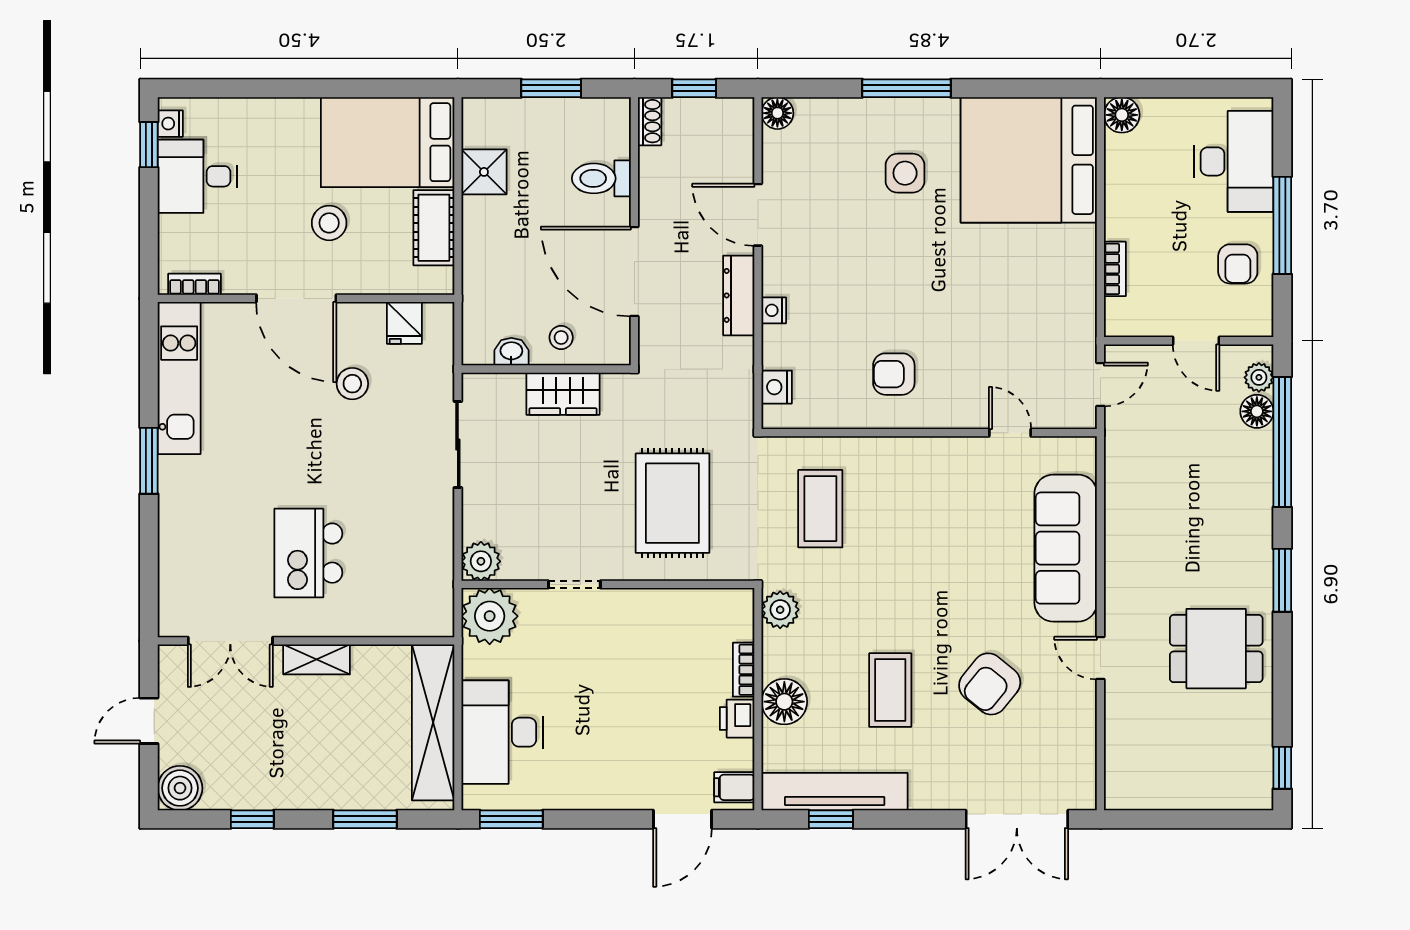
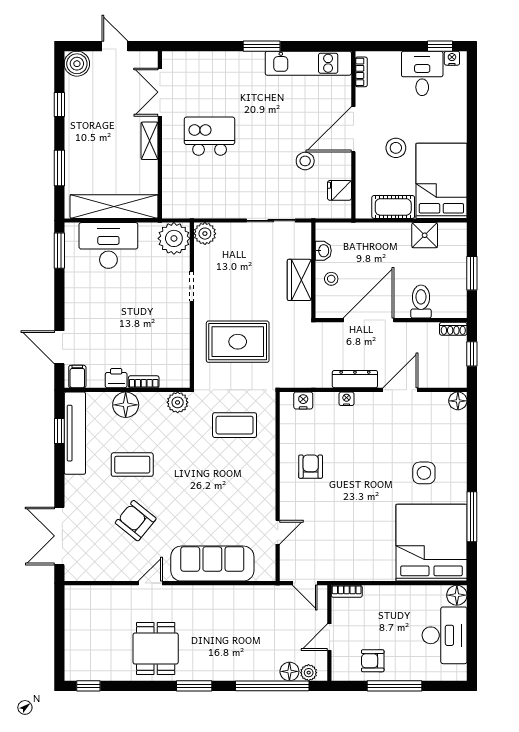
window: (906, 88) -> (472, 517), moved
desk: (1234, 161) -> (445, 635), moved, turned -90
bookcase: (1115, 269) -> (347, 591), moved

